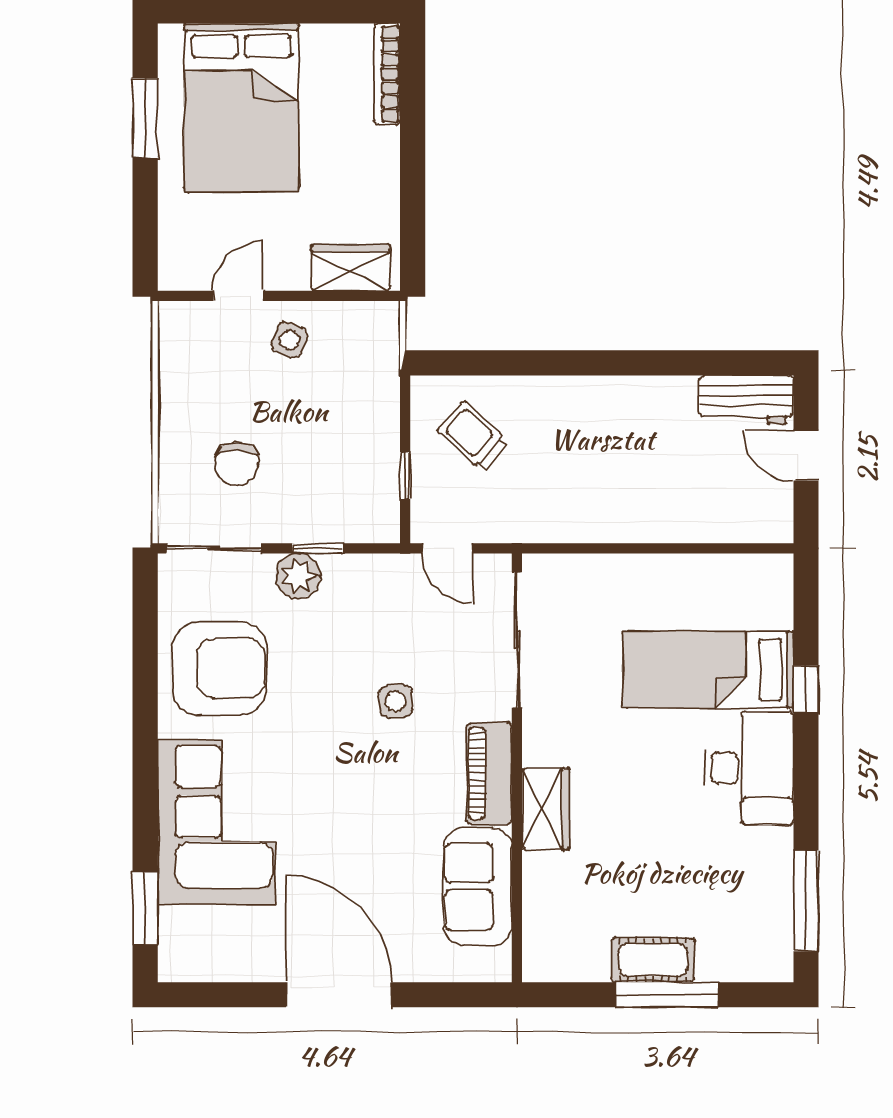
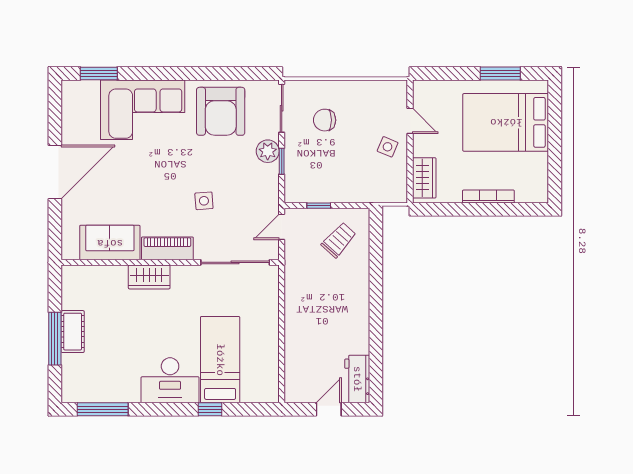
bookcase: (387, 74) -> (488, 196), moved

